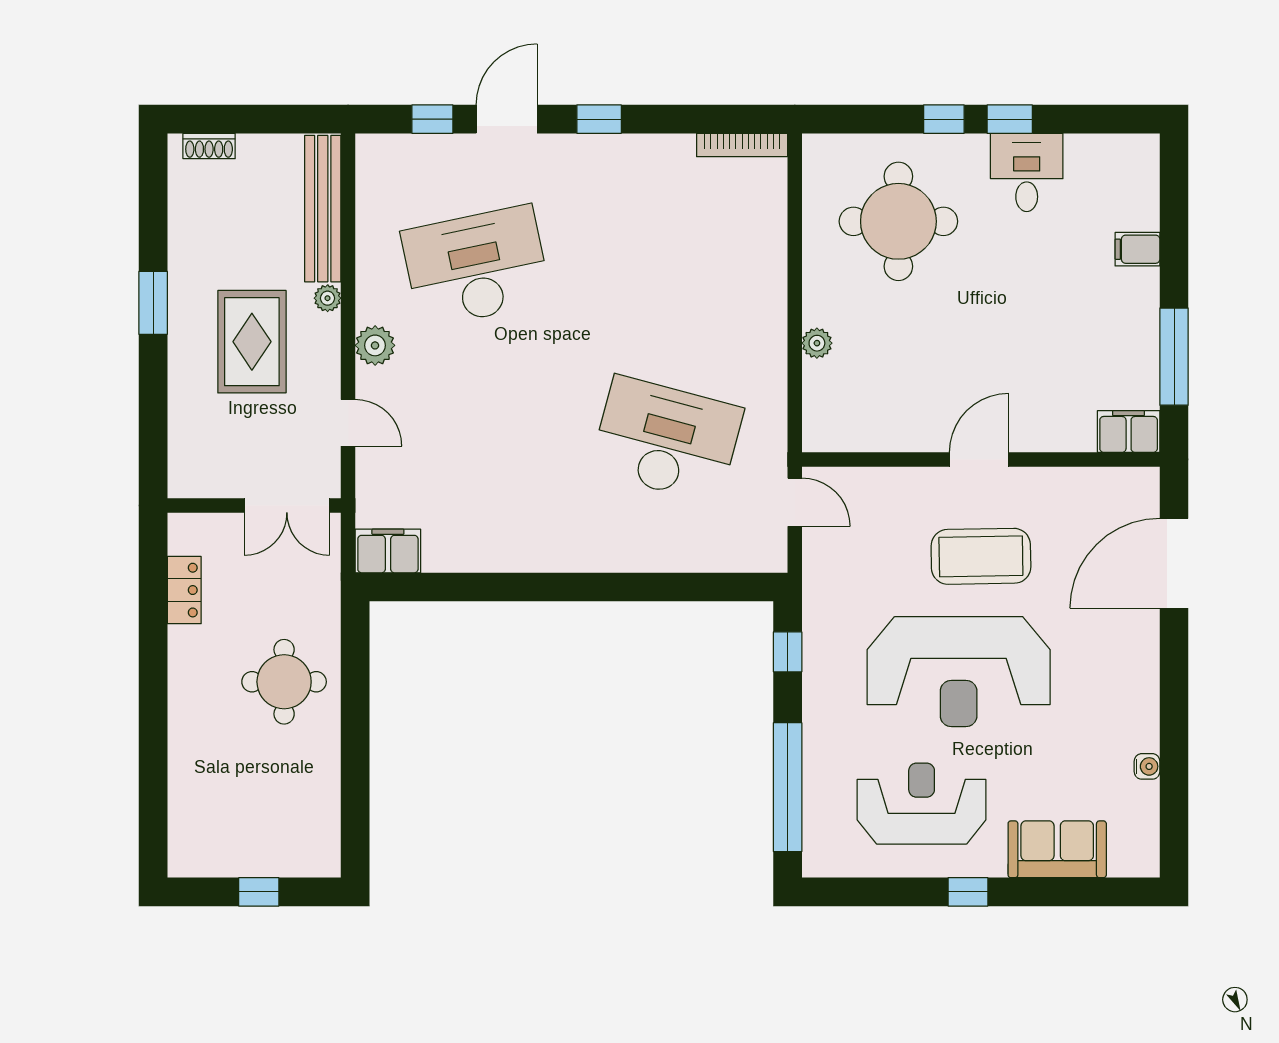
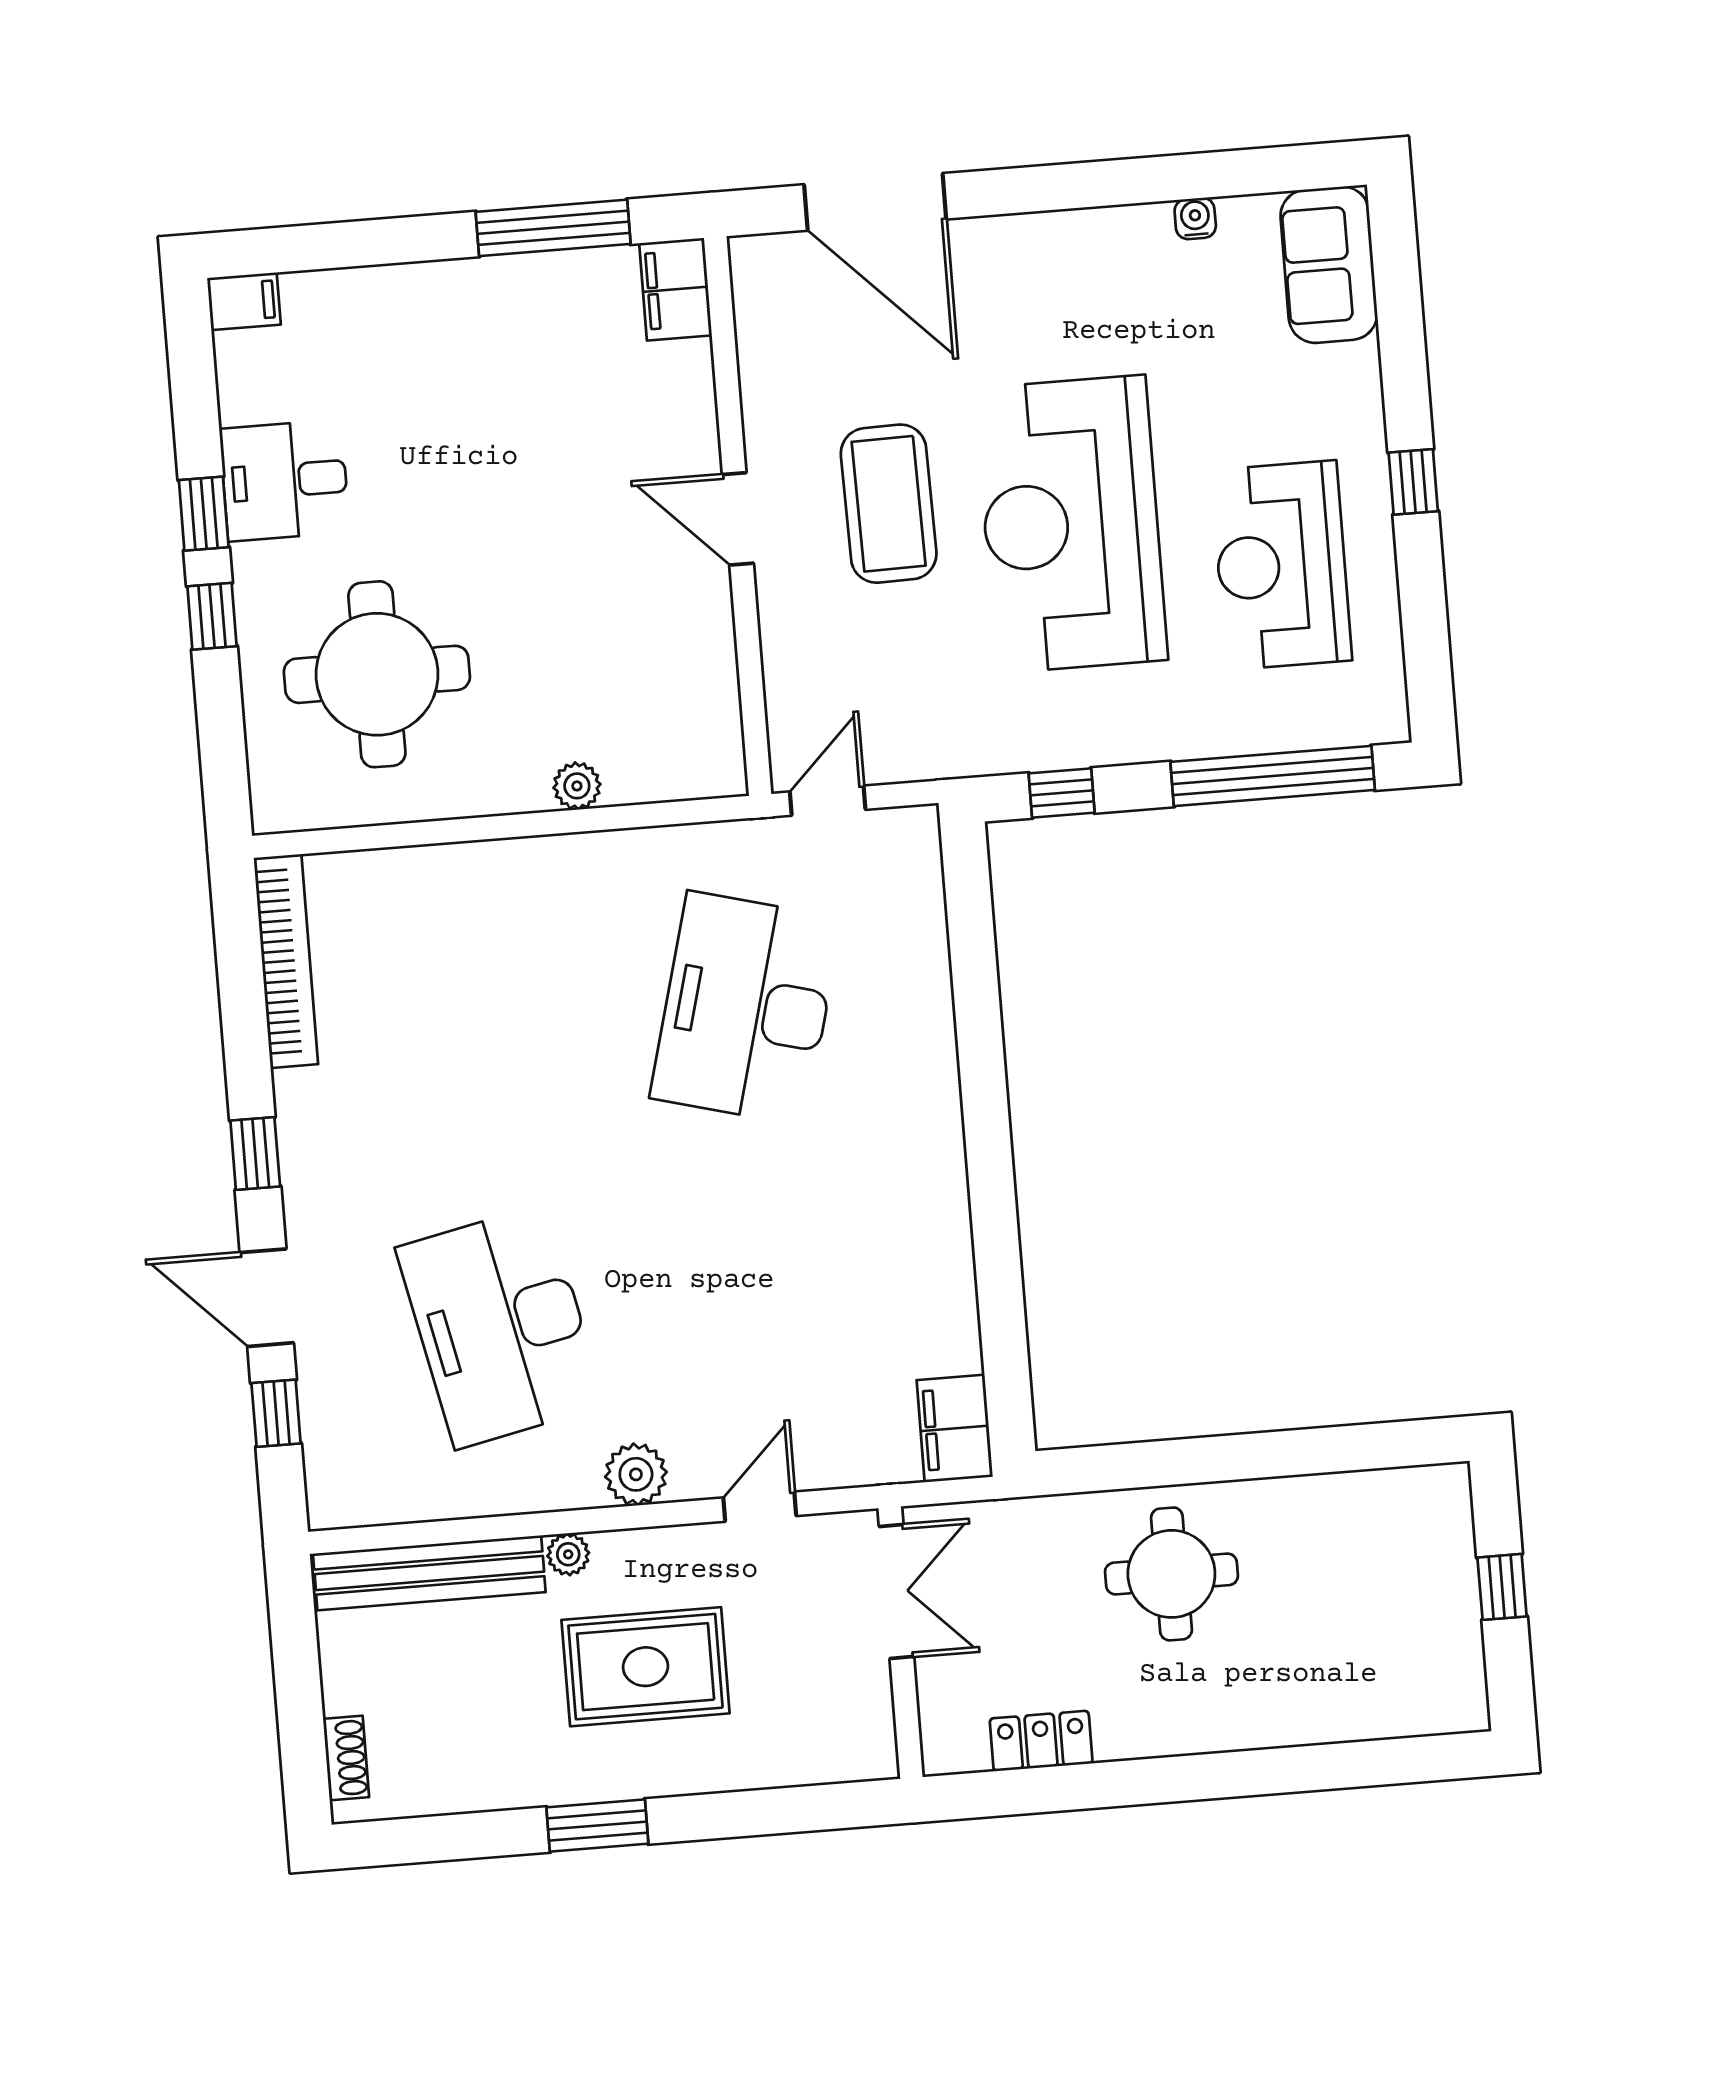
bookcase: (742, 145) -> (286, 961), width x1.48, depth x1.31
filing cabinet: (1137, 249) -> (244, 301), moved, turned -90
reception desk: (959, 672) -> (1071, 524), turned 180
sofa: (1057, 849) -> (1329, 265), moved

